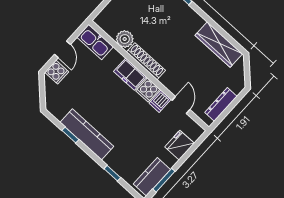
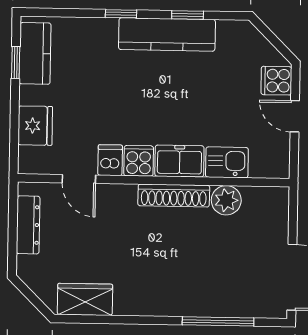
kitchen sink: (95, 42) -> (227, 162), moved, width x0.73
wardrobe: (219, 45) -> (85, 299), width x0.67
window: (112, 173) -> (121, 14), moved
window: (164, 180) -> (16, 63), width x0.67

